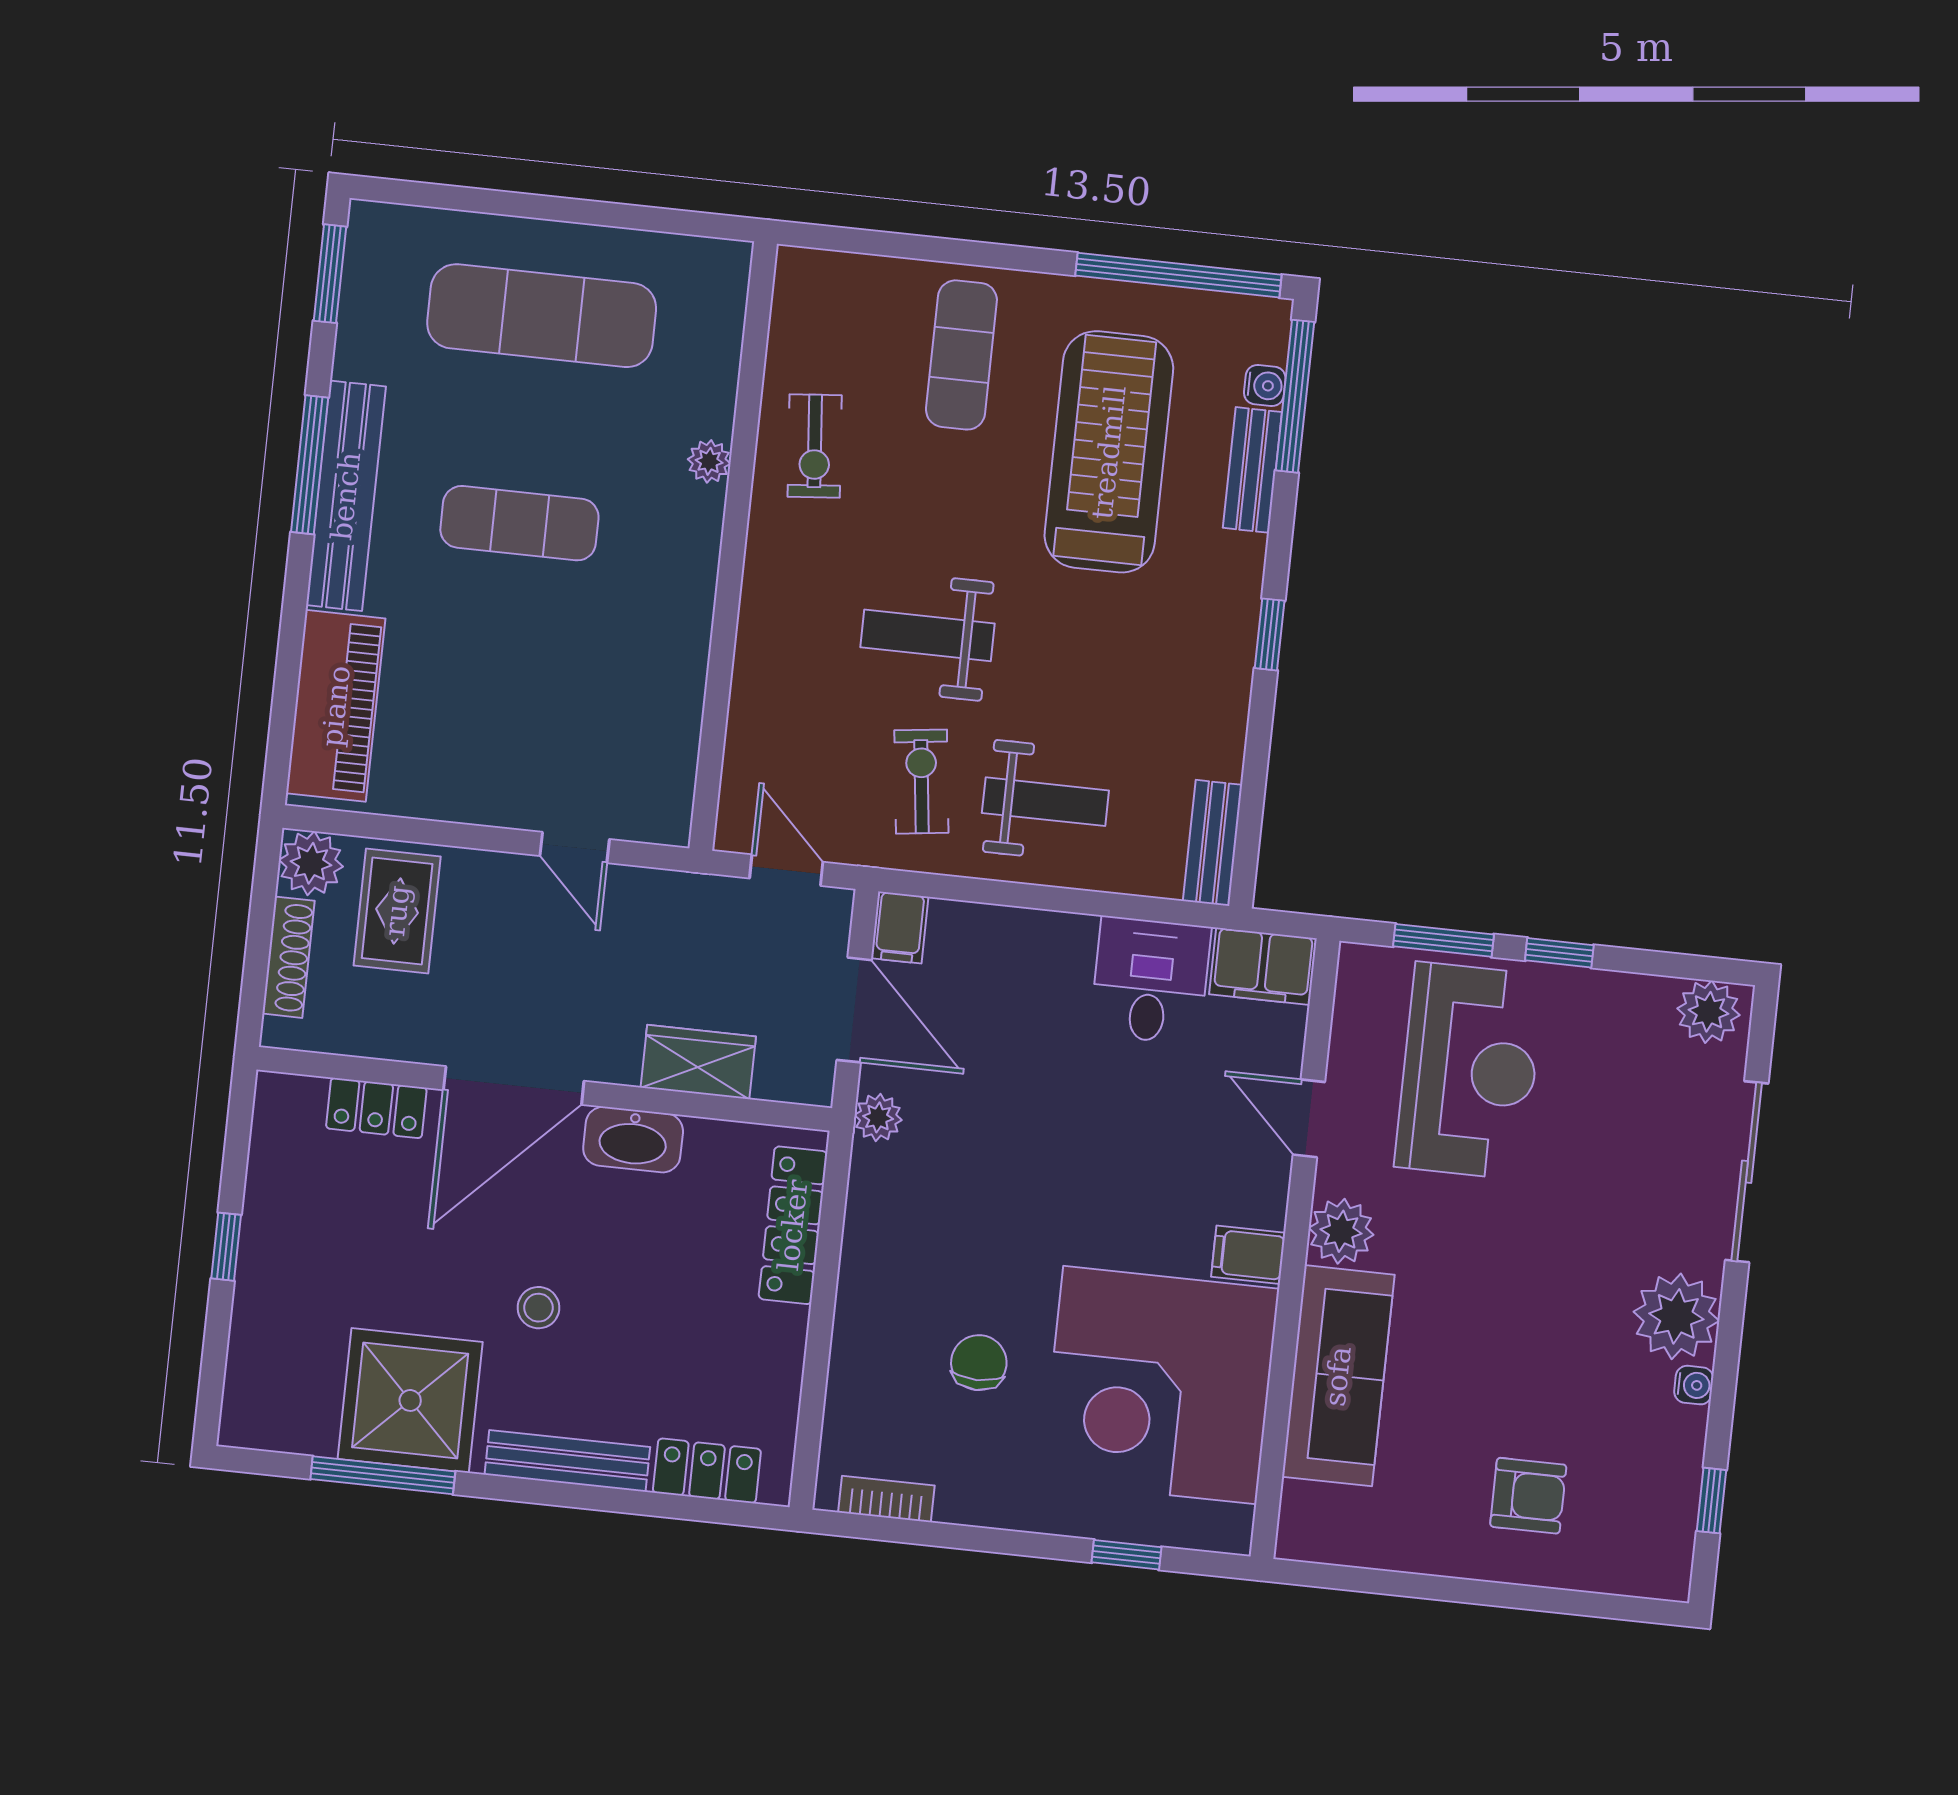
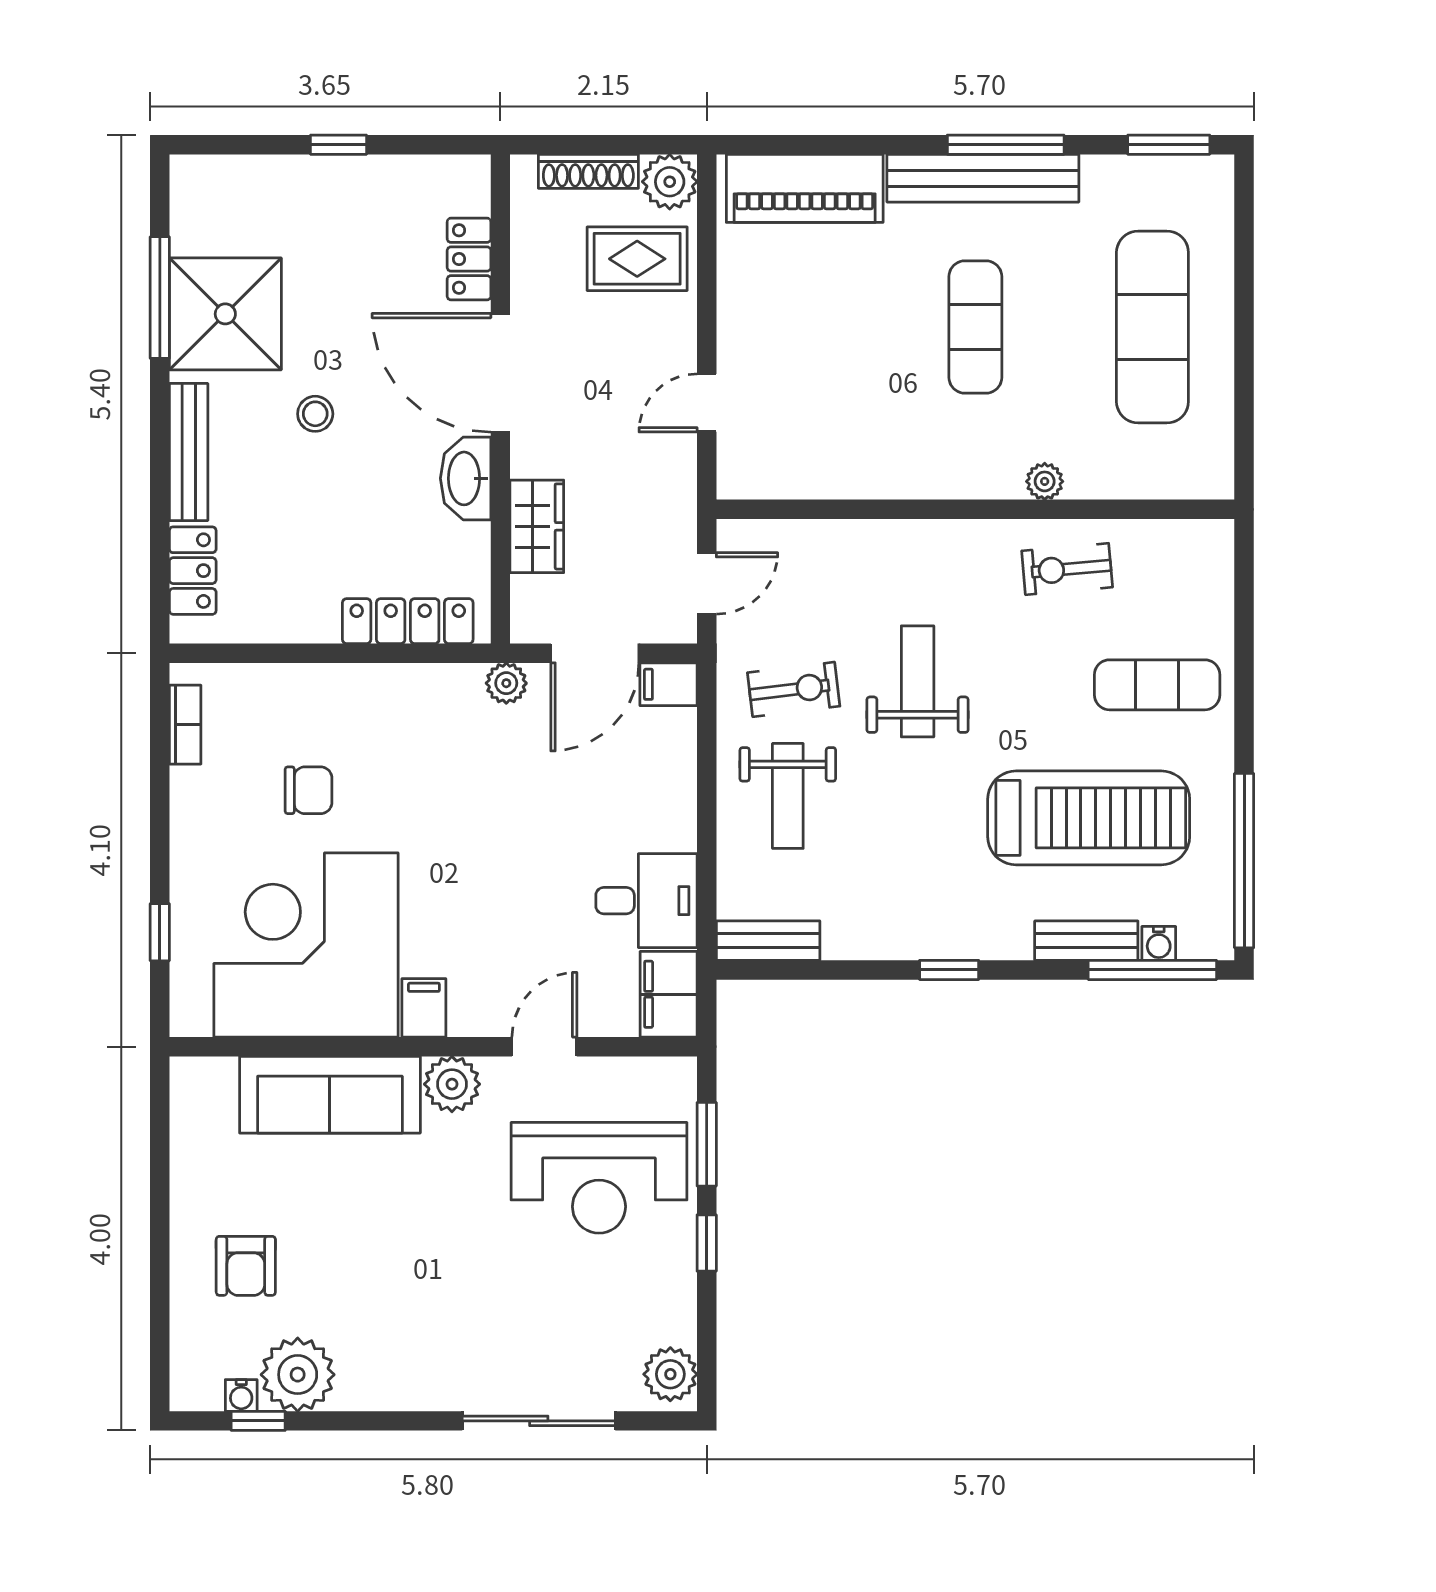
plant: (1676, 1316) -> (298, 1375), moved
water cooler: (1694, 1385) -> (241, 1395), moved

